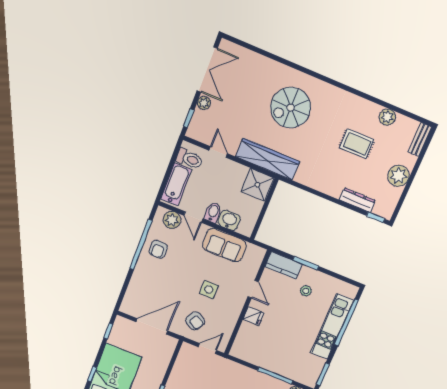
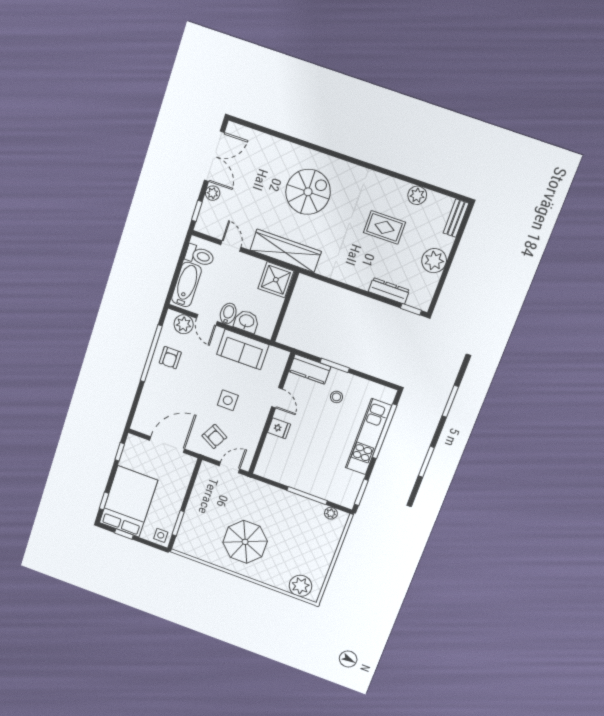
spiral stairs: (291, 108) -> (308, 192), turned 180

